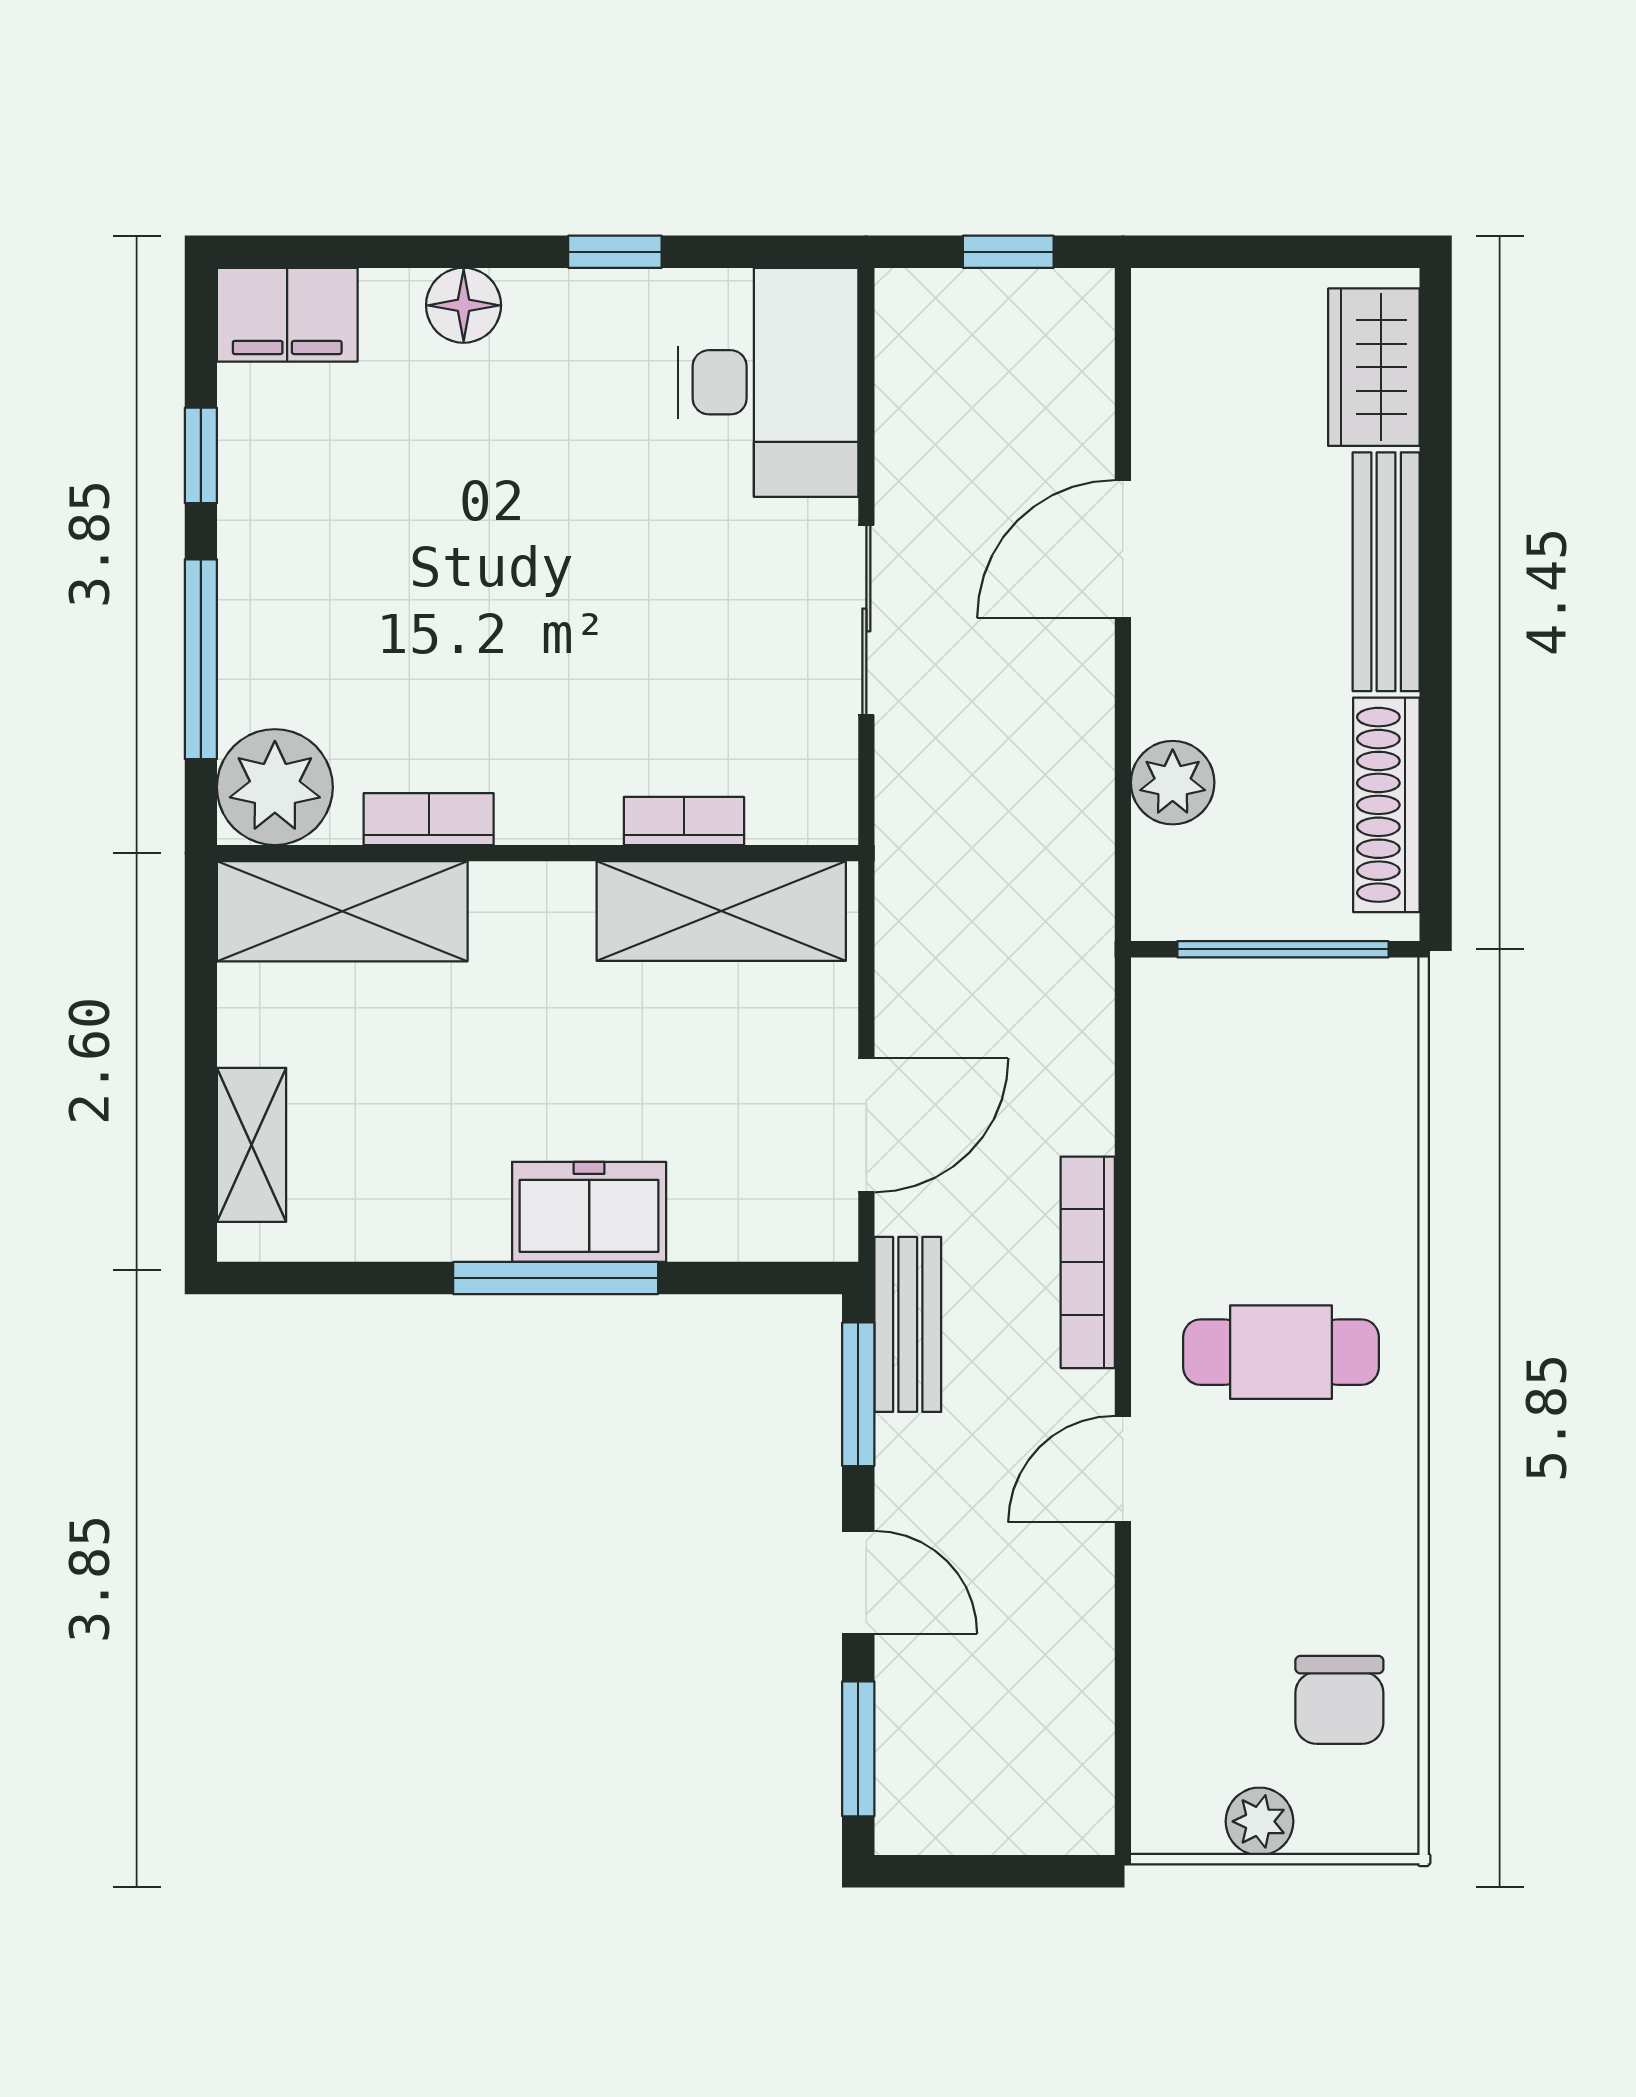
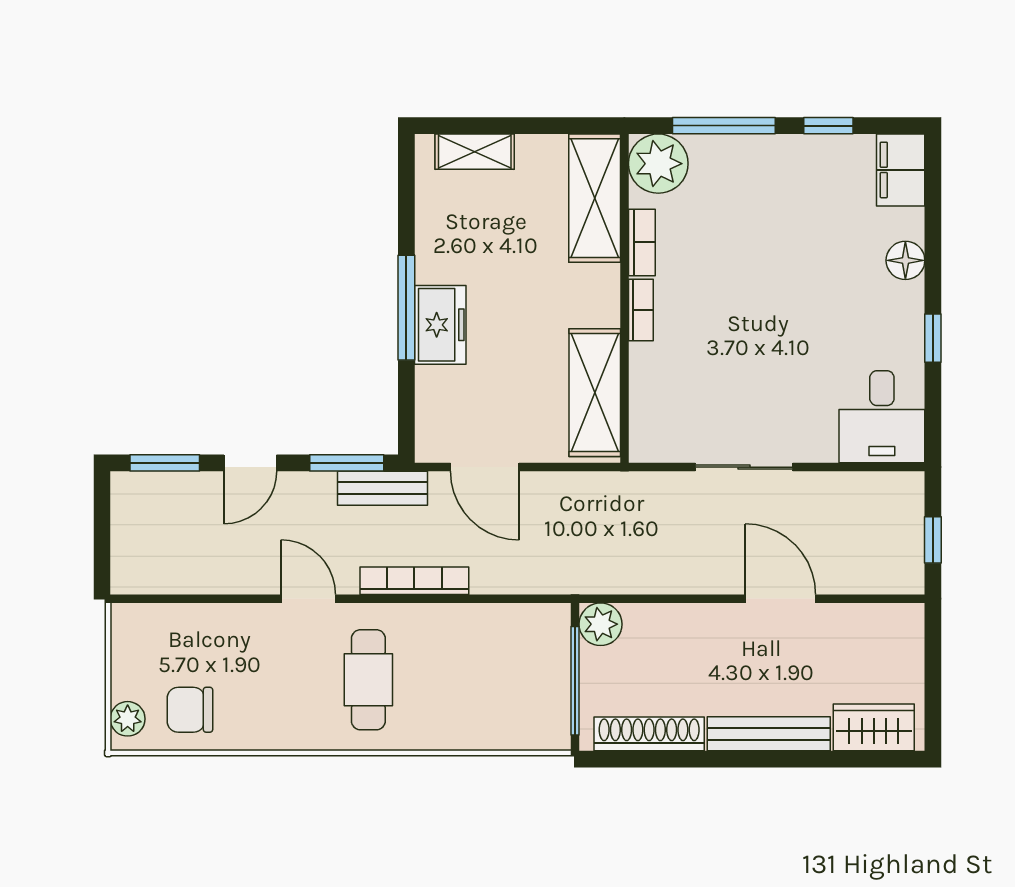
desk: (768, 382) -> (882, 417), width x0.73
plant: (1173, 783) -> (601, 624), moved
bookcase: (684, 821) -> (641, 310), moved
plant: (1259, 1821) -> (128, 719), moved

